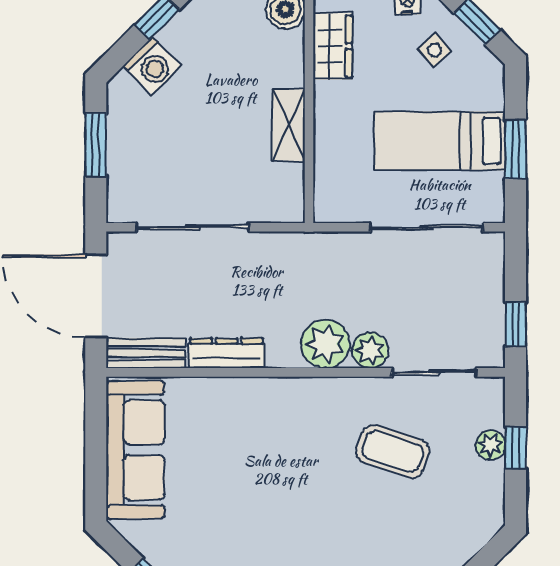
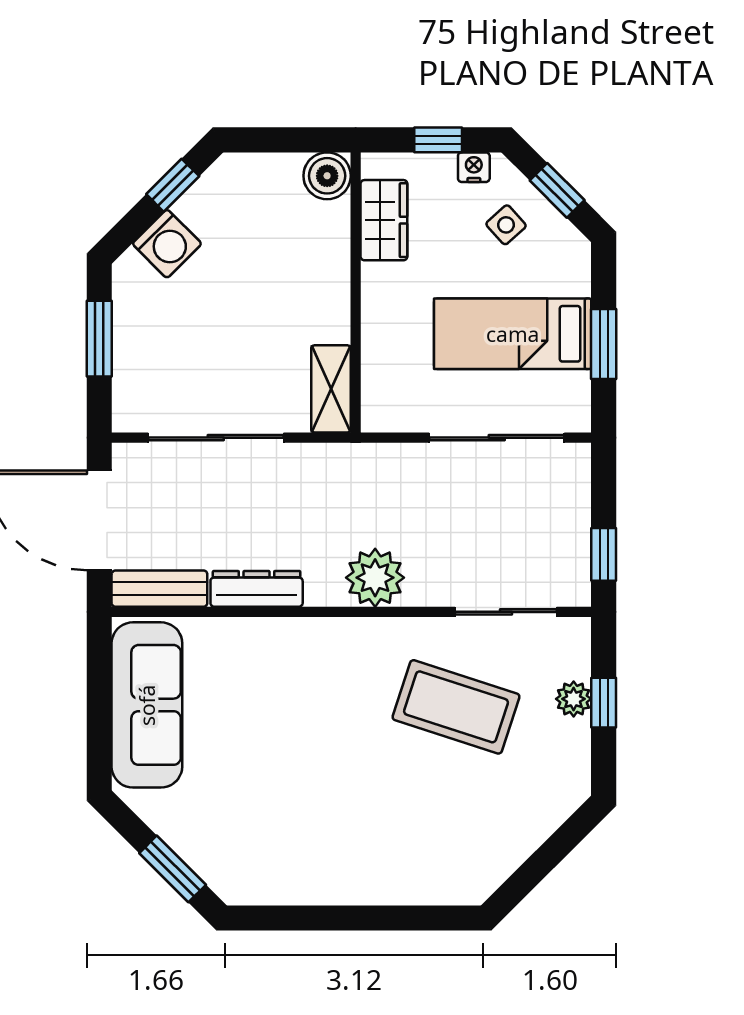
shelving: (289, 125) -> (331, 389), moved
plant: (370, 350) -> (429, 585), removed
coffee table: (393, 451) -> (456, 707), width x1.36, depth x1.32

